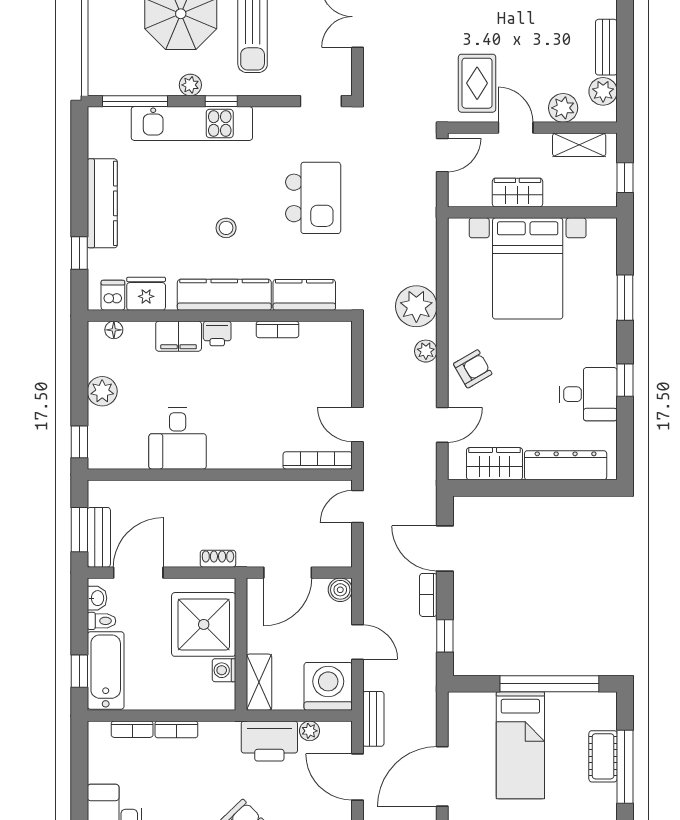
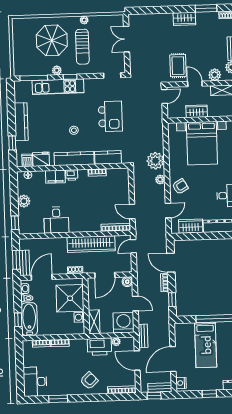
wardrobe: (258, 498) -> (91, 244), added

